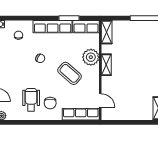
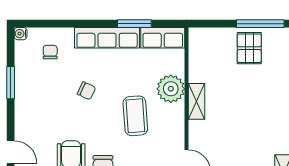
shelving: (107, 32) -> (197, 47), removed
pallet: (138, 33) -> (249, 48), added
coffee table: (70, 73) -> (135, 116), turned 45

